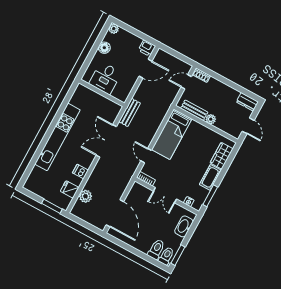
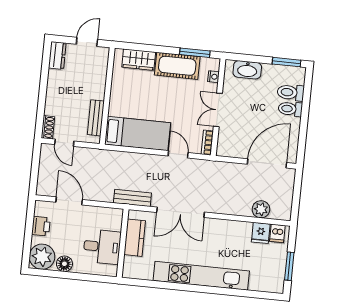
plant: (114, 29) -> (42, 257), width x1.88, depth x1.88
printer: (147, 48) -> (41, 226), moved
kitchen counter: (102, 103) -> (135, 238), added
plant: (211, 119) -> (98, 92), removed
door: (146, 156) -> (178, 154), swing flipped
dishwasher: (80, 171) -> (277, 233), moved
cot: (210, 177) -> (177, 66), width x1.37, depth x1.34
double door: (165, 195) -> (218, 110), swing flipped
window: (52, 206) -> (289, 266), moved
toilet: (166, 256) -> (290, 109), moved

